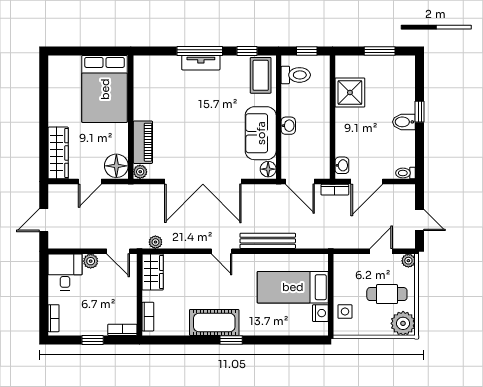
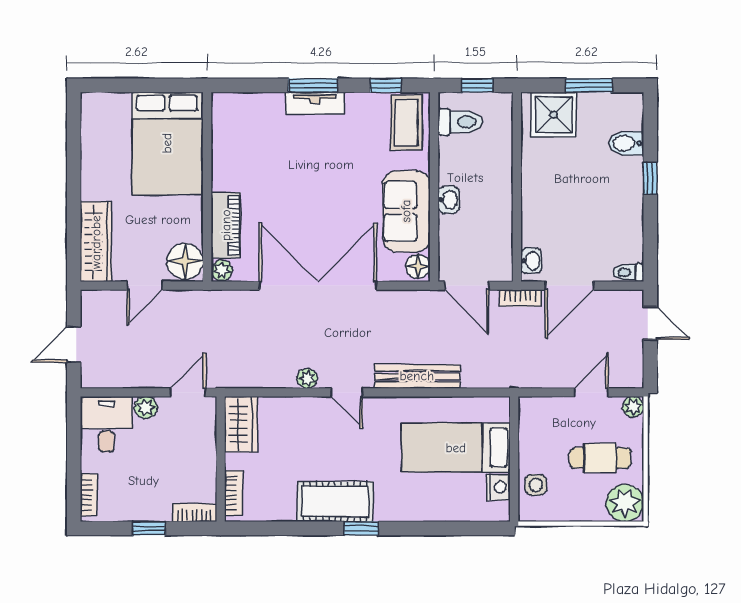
window: (200, 51) -> (313, 85), width x0.69
shower: (350, 93) -> (554, 115), moved
bidet: (404, 122) -> (626, 143), moved
double door: (203, 182) -> (318, 286), swing flipped
door: (420, 220) -> (650, 323), moved
plant: (155, 242) -> (307, 378), moved
door: (118, 251) -> (188, 392), swing flipped

